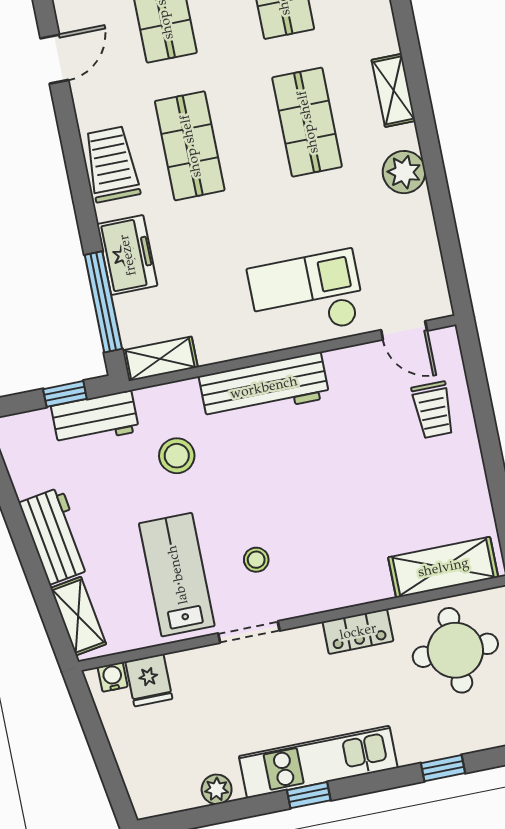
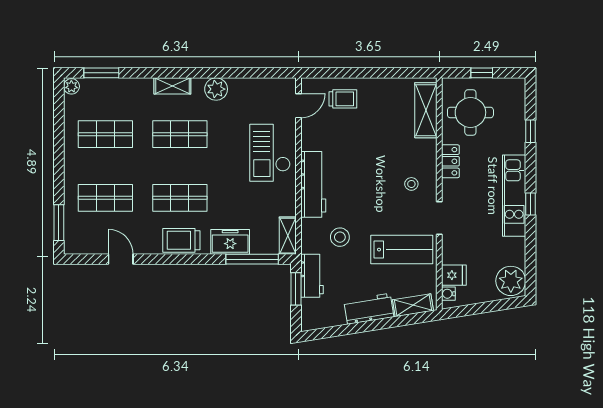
window: (65, 394) -> (296, 289), width x1.50
stool: (256, 560) -> (411, 184), moved
lab bench: (177, 575) -> (402, 250), turned 180
plant: (217, 789) -> (511, 281), moved, width x1.88, depth x1.88

